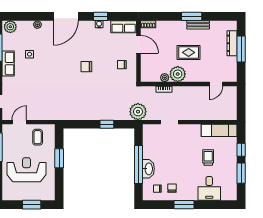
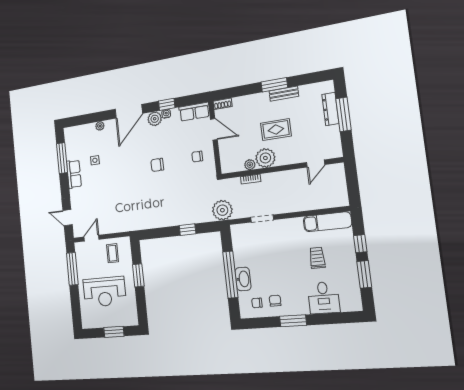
plant: (10, 27) -> (155, 119), moved
reception desk: (26, 170) -> (104, 292), turned 180

